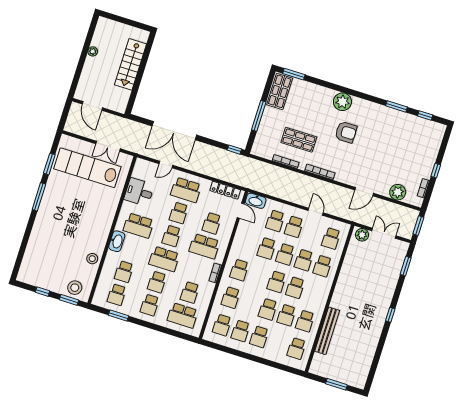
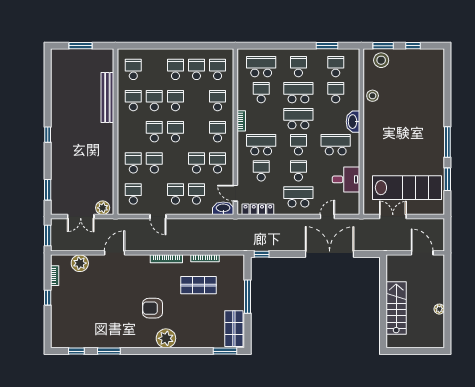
school desk: (285, 254) -> (218, 163), moved
school desk: (157, 282) -> (298, 93), width x1.85

